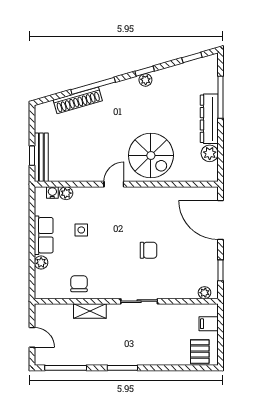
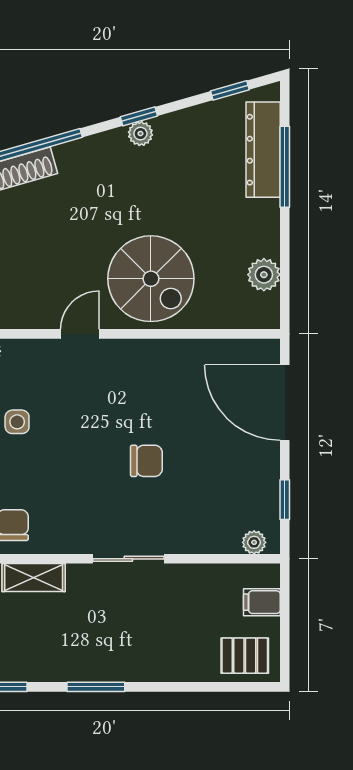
dresser: (209, 119) -> (263, 150), moved
pallet: (200, 352) -> (245, 656), turned 90

